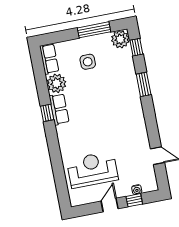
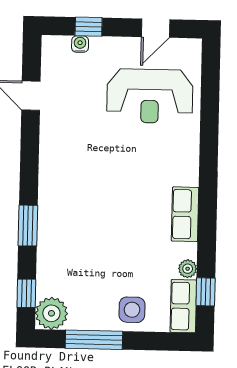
side table: (88, 62) -> (132, 310), moved
plant: (57, 83) -> (188, 269), width x0.53, depth x0.53
window: (47, 113) -> (206, 292), moved
door: (110, 205) -> (156, 28), moved

